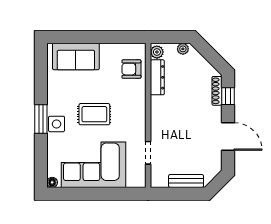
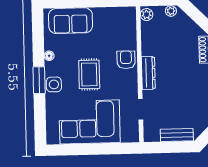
armchair: (131, 69) -> (126, 60), moved, turned 90
dresser: (157, 77) -> (148, 73), moved
rug: (94, 114) -> (89, 74), turned 90
floor lamp: (52, 182) -> (49, 56), moved

